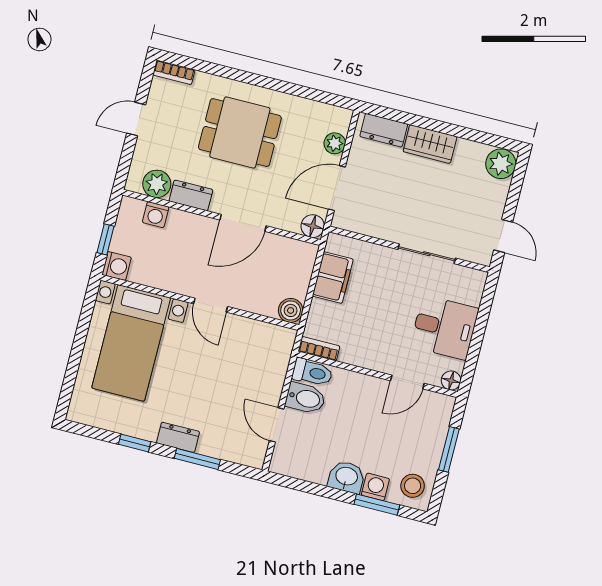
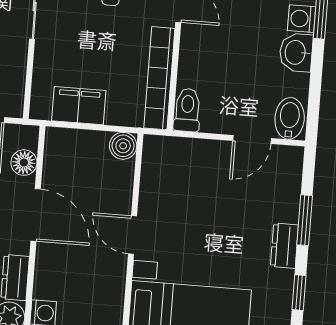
floor lamp: (313, 226) -> (24, 163), moved
door: (211, 305) -> (133, 235), swing flipped
bookcase: (319, 349) -> (159, 78), width x2.31, depth x1.31
bidet: (305, 398) -> (290, 118), moved

